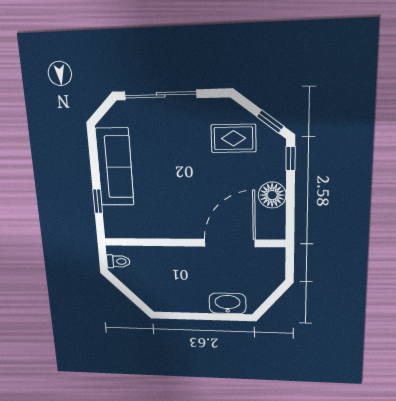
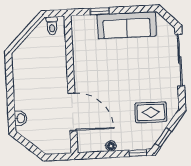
rug: (233, 138) -> (151, 112), turned 90
floor lamp: (272, 195) -> (111, 146), width x0.53, depth x0.53
washbasin: (228, 303) -> (21, 118), width x0.52, depth x0.69

